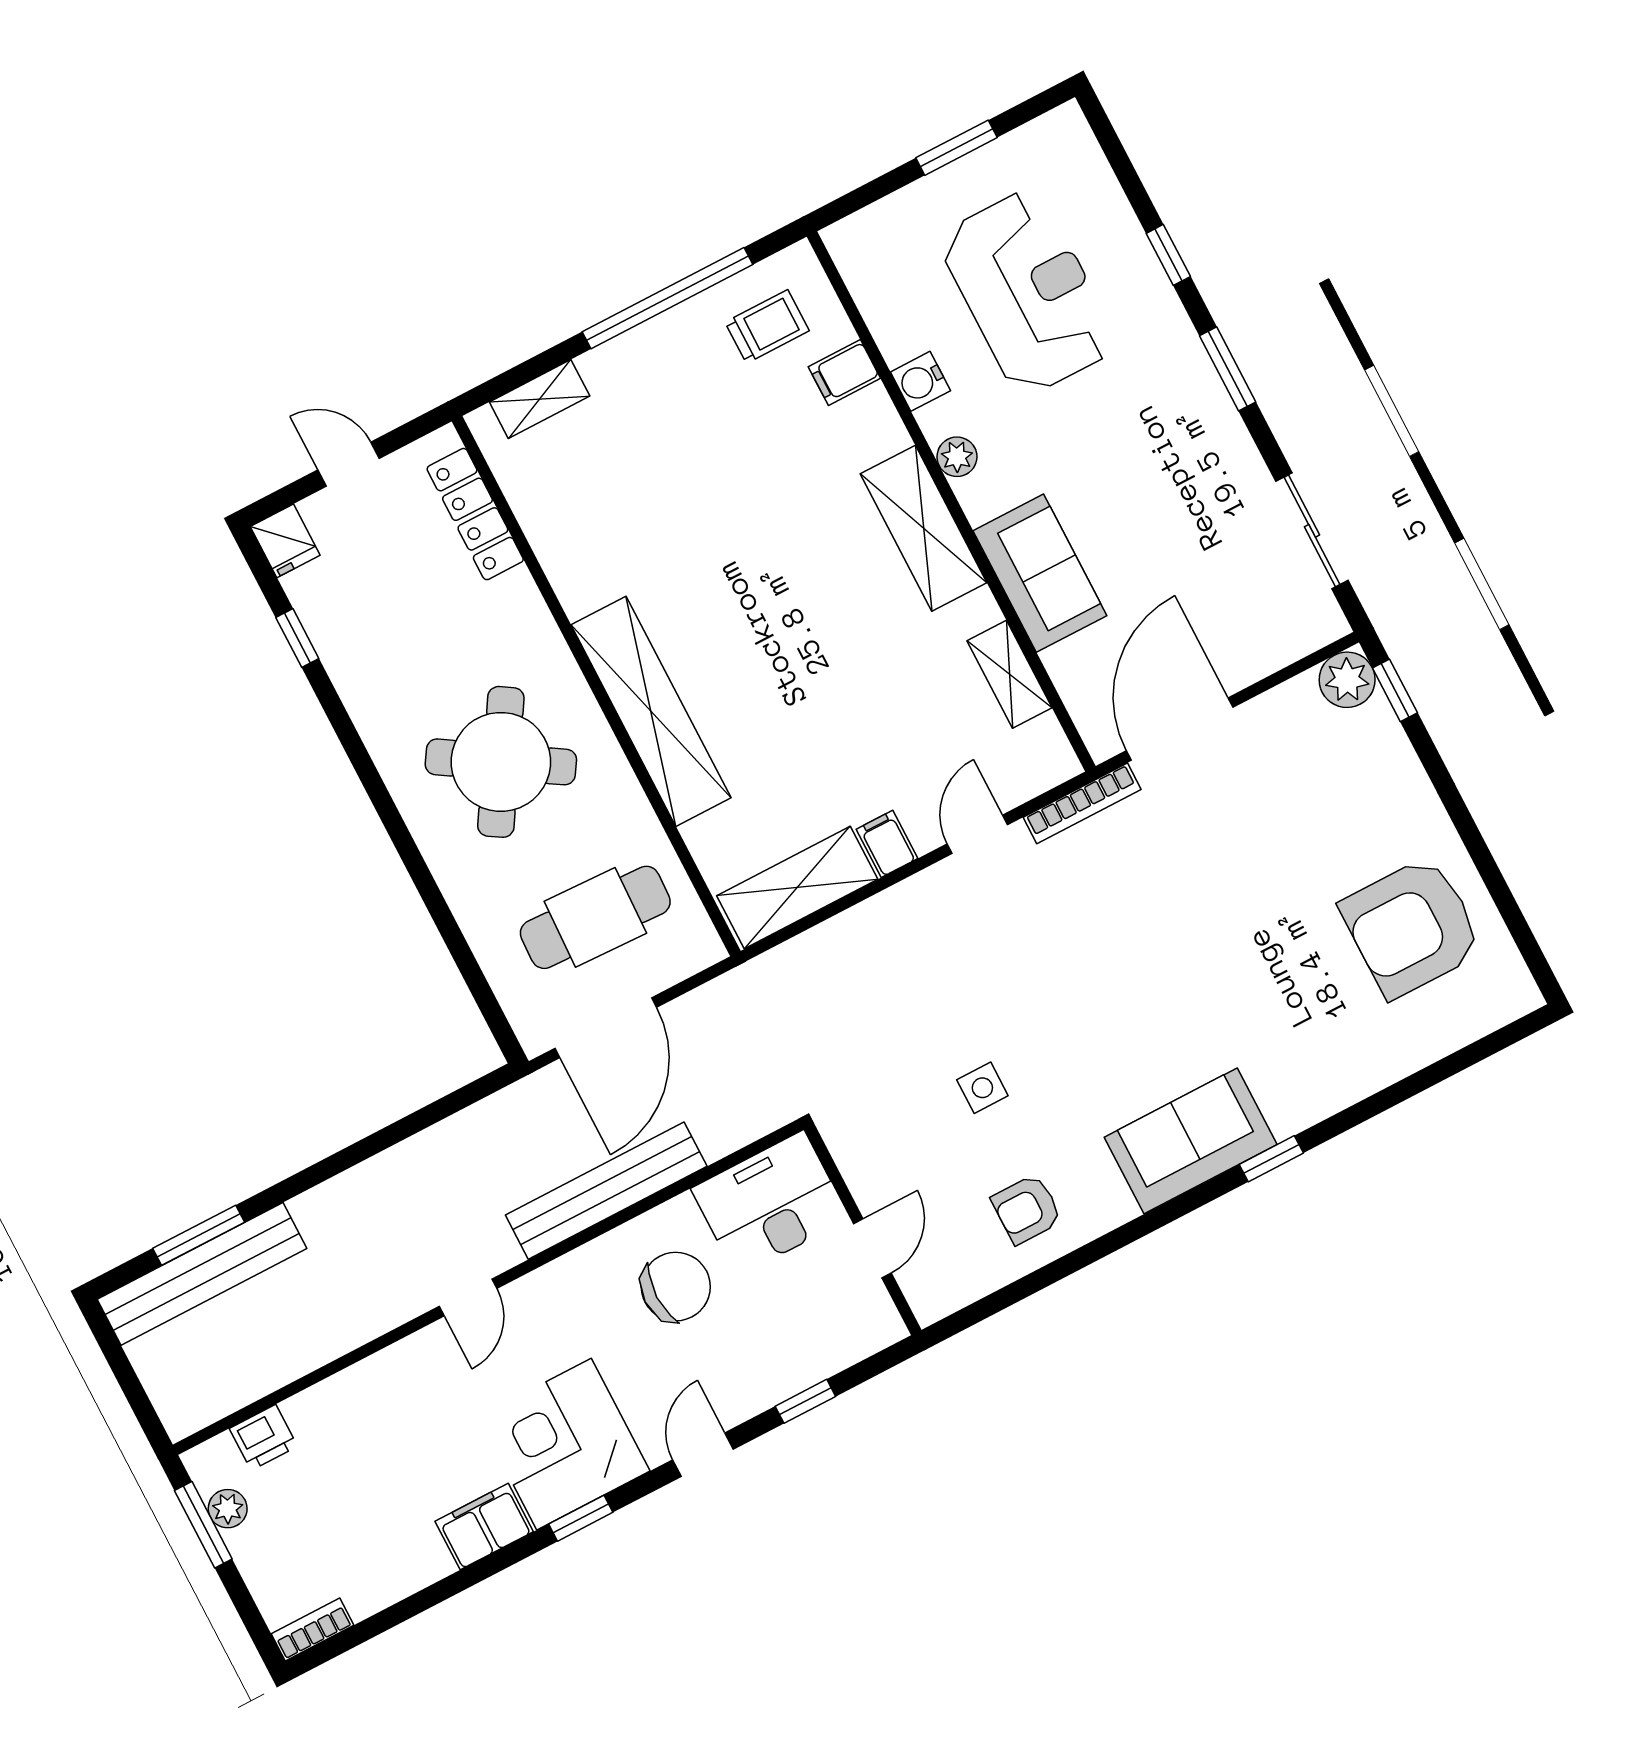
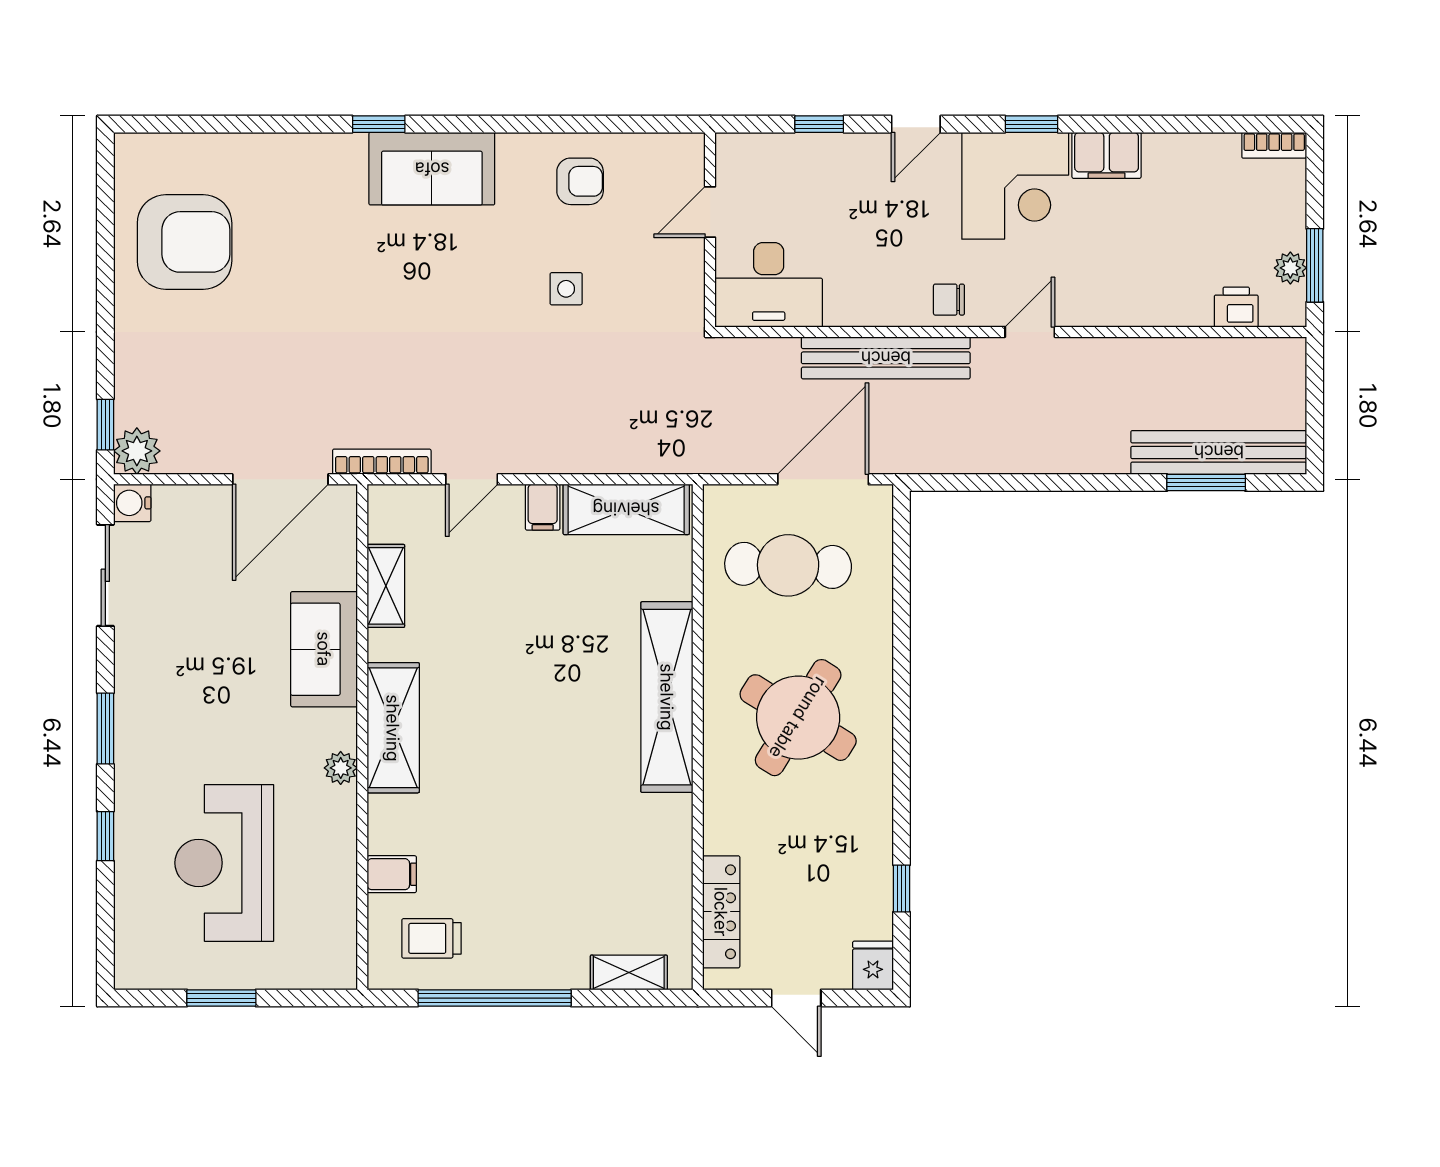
water cooler: (920, 381) -> (132, 503), moved, turned 180
chair: (676, 1287) -> (949, 300), moved, width x0.54, depth x0.54

